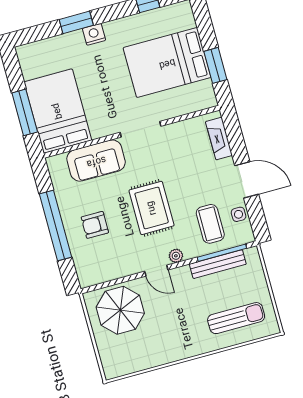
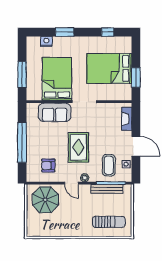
nightstand: (94, 34) -> (46, 41), moved
bed: (58, 111) -> (57, 79), moved
armchair: (95, 225) -> (48, 166), moved

